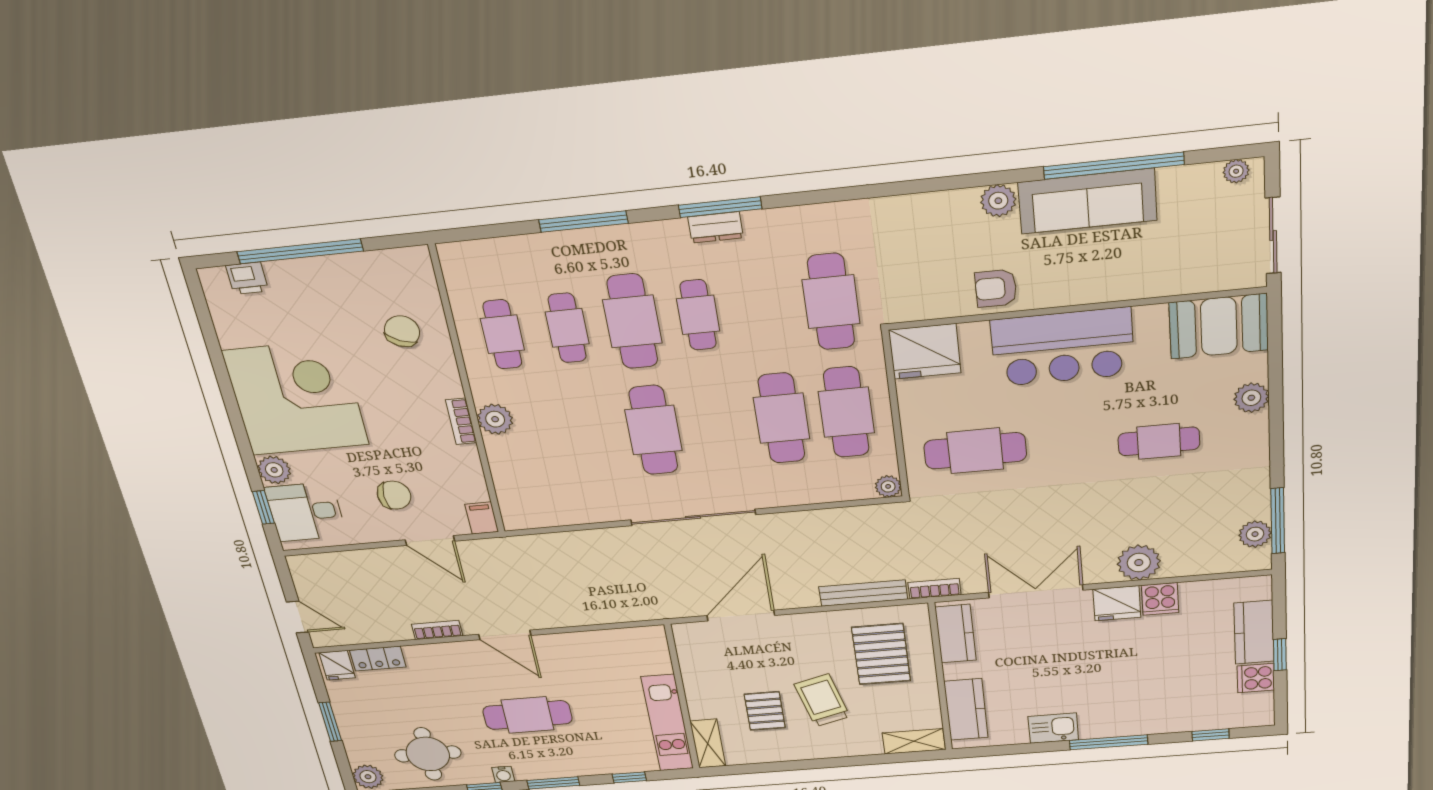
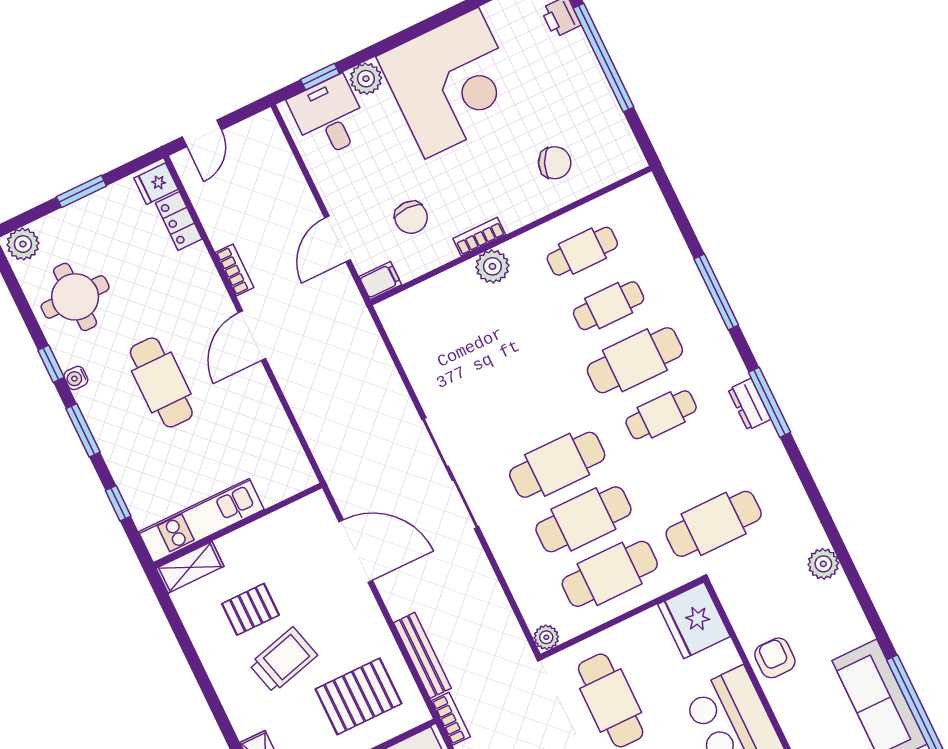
plant: (998, 201) -> (823, 564), moved
cafe table: (653, 430) -> (557, 465), moved
chair: (394, 495) -> (411, 217), moved

